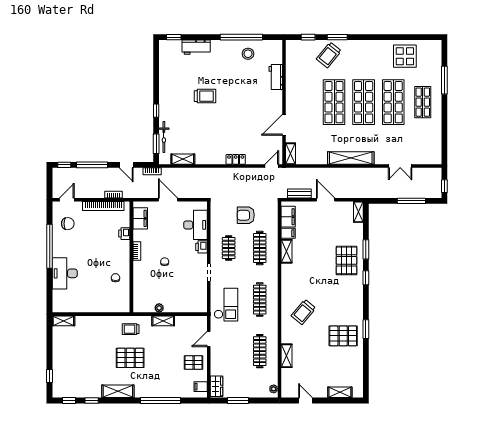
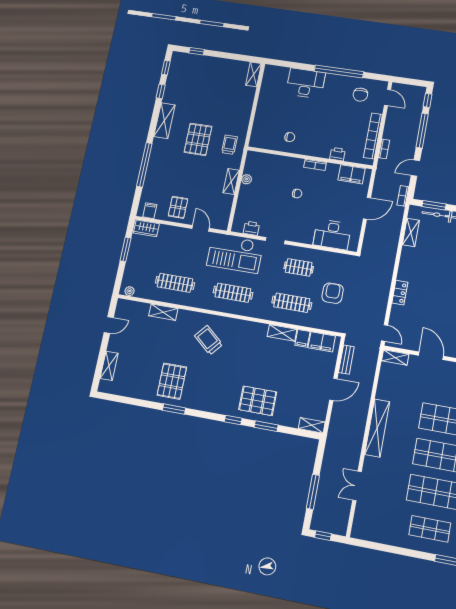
printer: (201, 247) -> (251, 228), moved
checkout: (226, 305) -> (235, 254), width x1.36, depth x1.21

